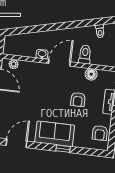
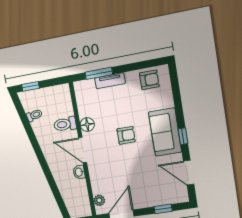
floor lamp: (91, 74) -> (87, 125), moved
armchair: (78, 100) -> (126, 135), moved
window: (63, 149) -> (183, 136), moved

